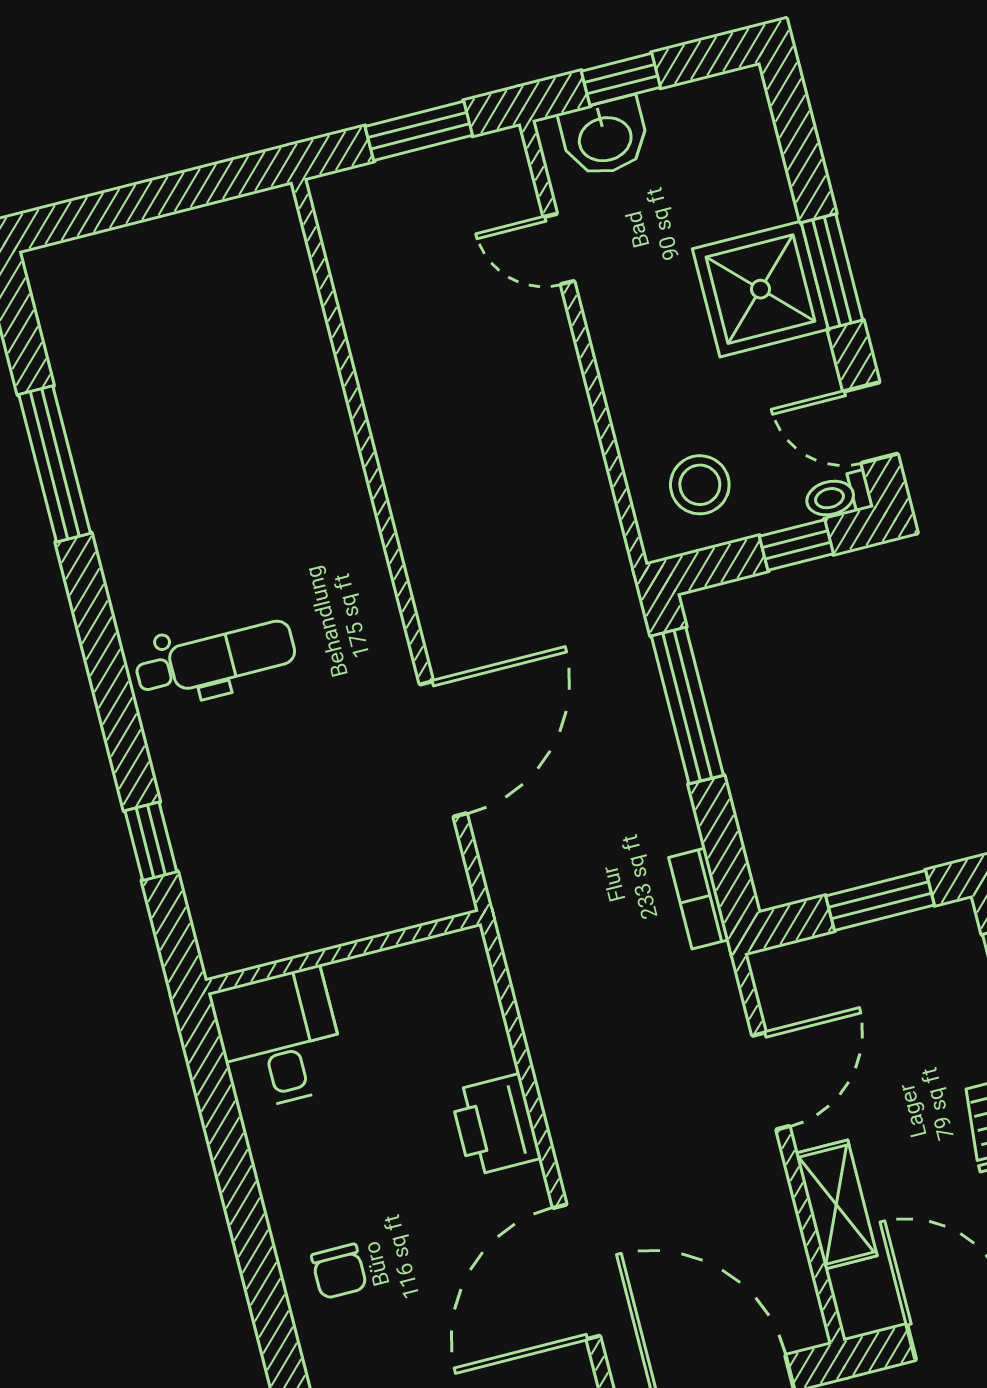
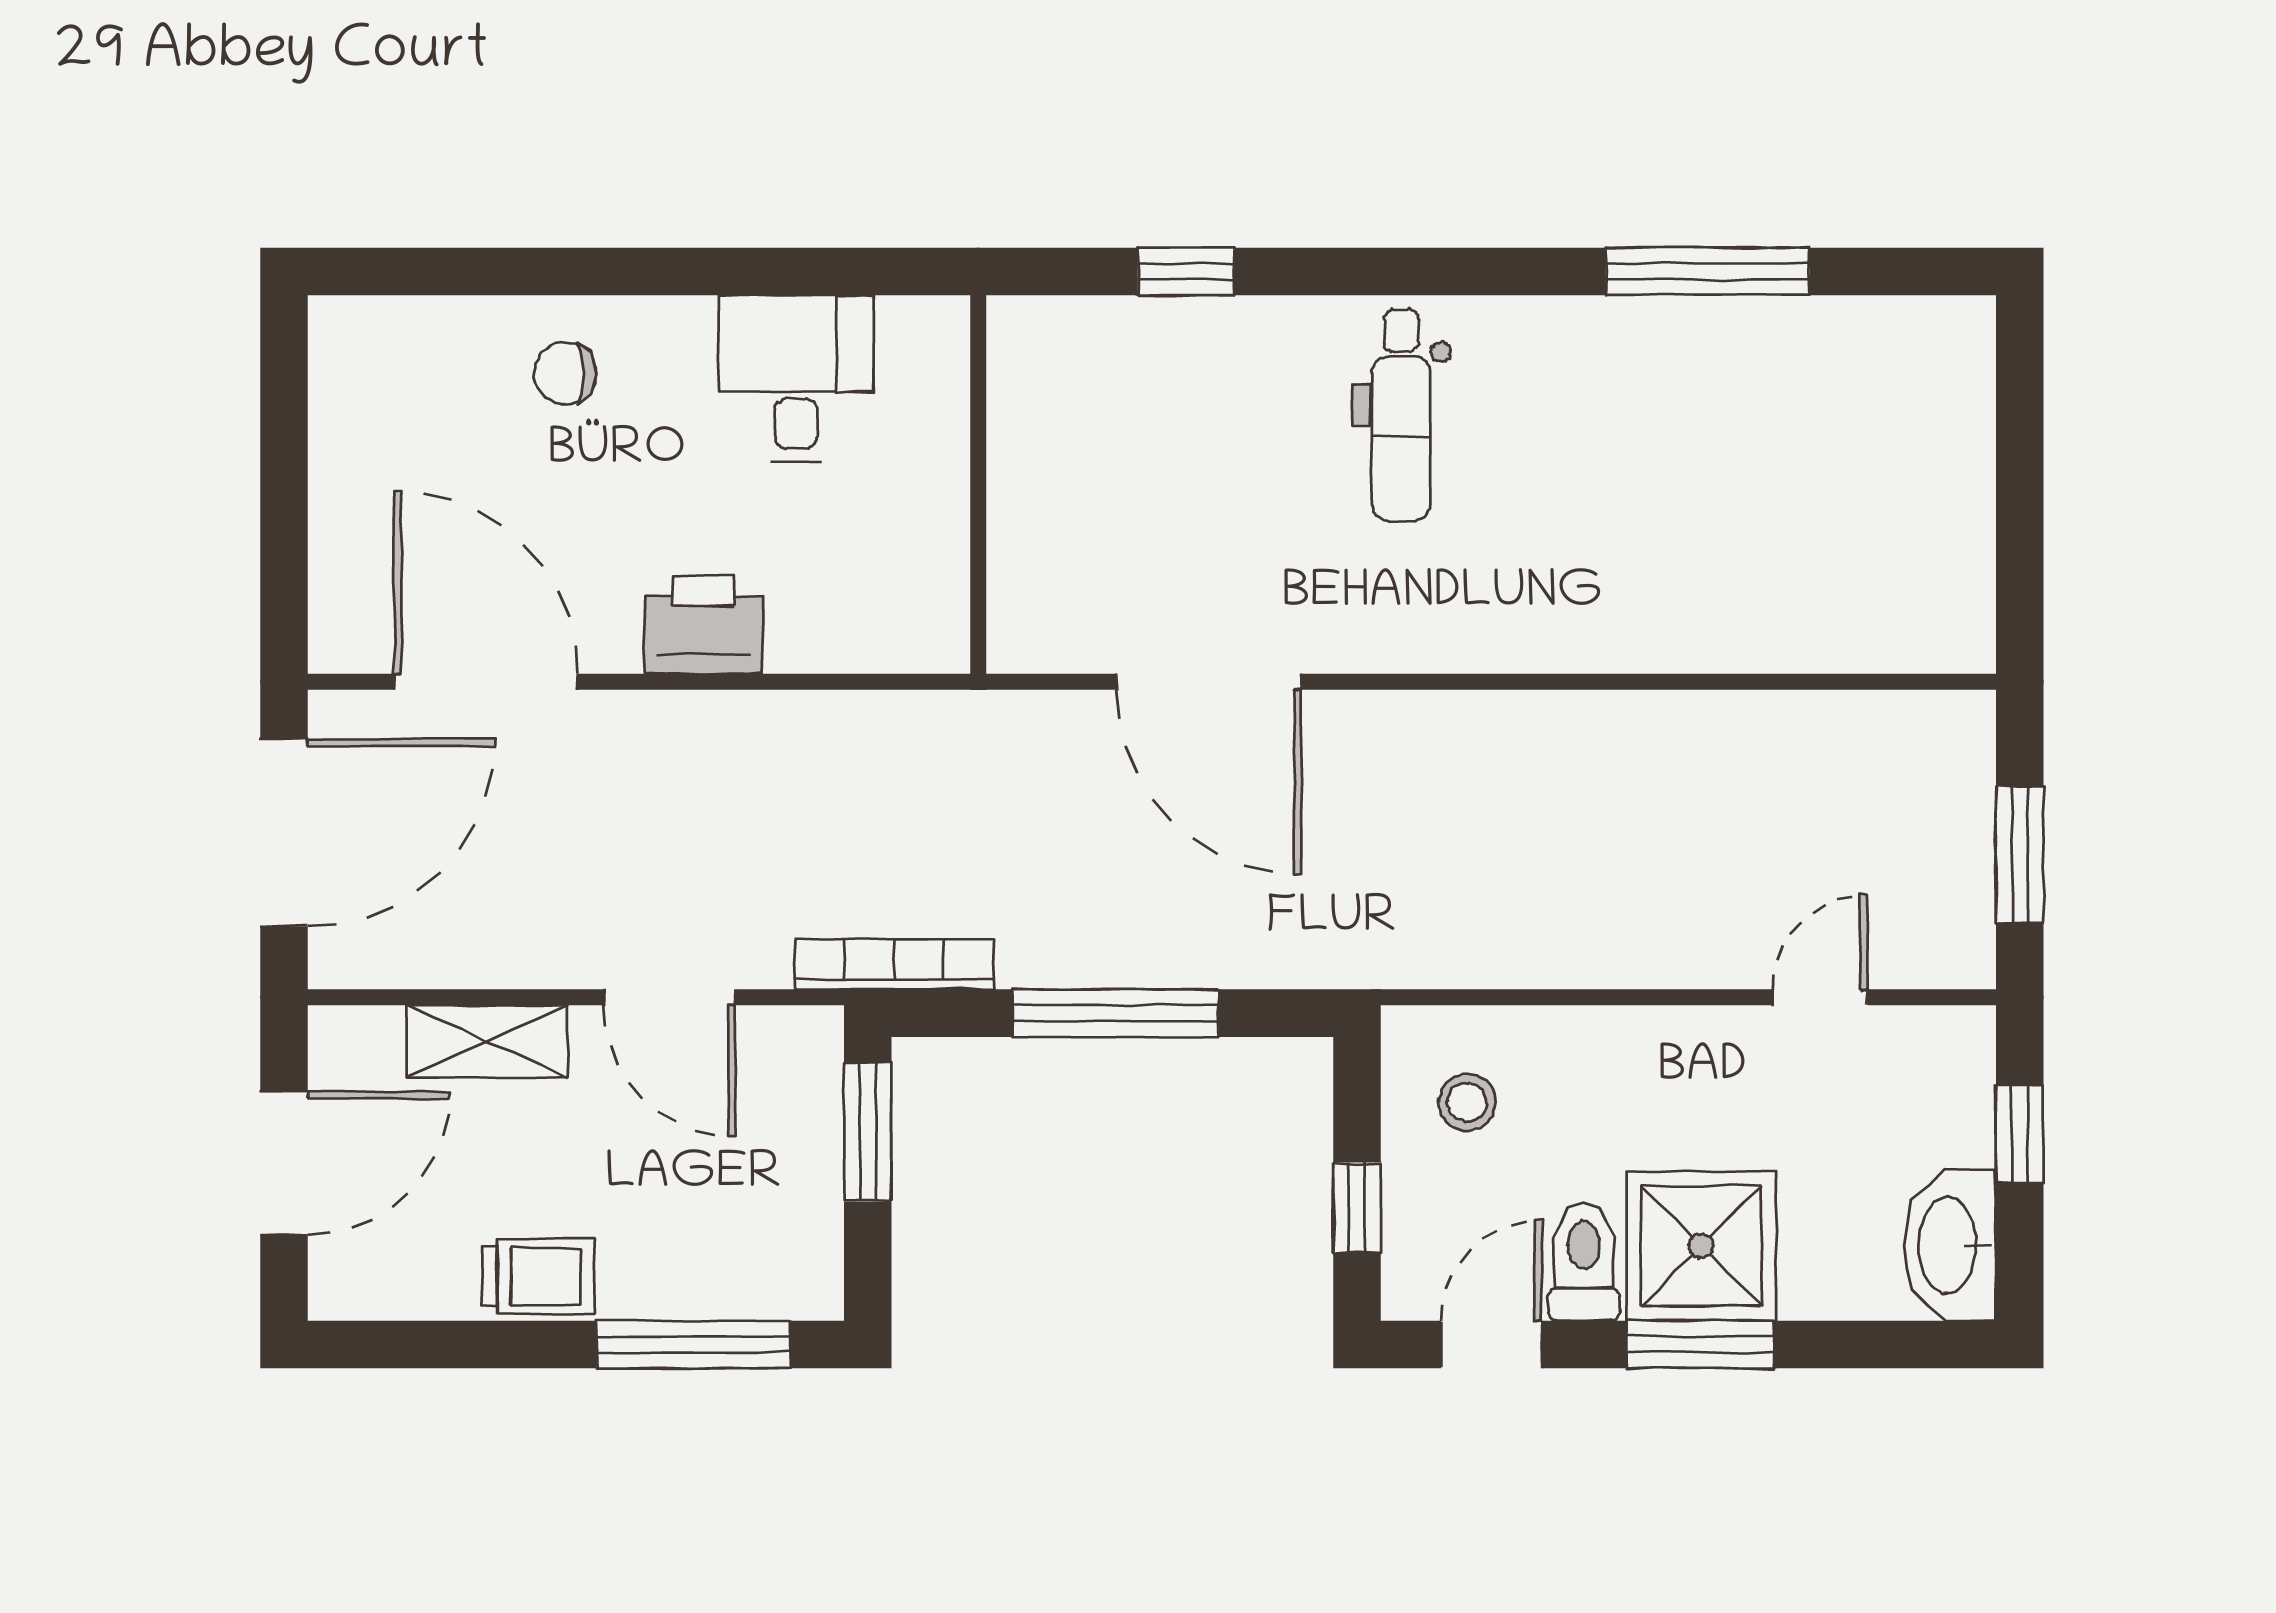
washbasin: (605, 137) -> (1950, 1245), moved, width x1.38
stool: (700, 485) -> (1467, 1102), width x0.73, depth x0.73
toilet: (838, 496) -> (1584, 1262), moved, width x1.37, depth x1.39
window: (687, 706) -> (1116, 1013), moved
bookcase: (699, 899) -> (894, 964), width x1.56
window: (880, 900) -> (868, 1132), moved
desk: (279, 1039) -> (796, 378), moved, turned -90

